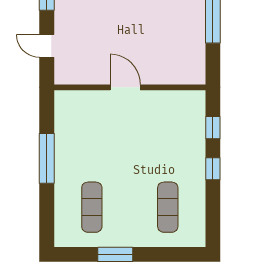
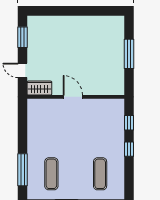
wardrobe: (73, 74) -> (39, 88), added
window: (47, 158) -> (22, 170), moved

